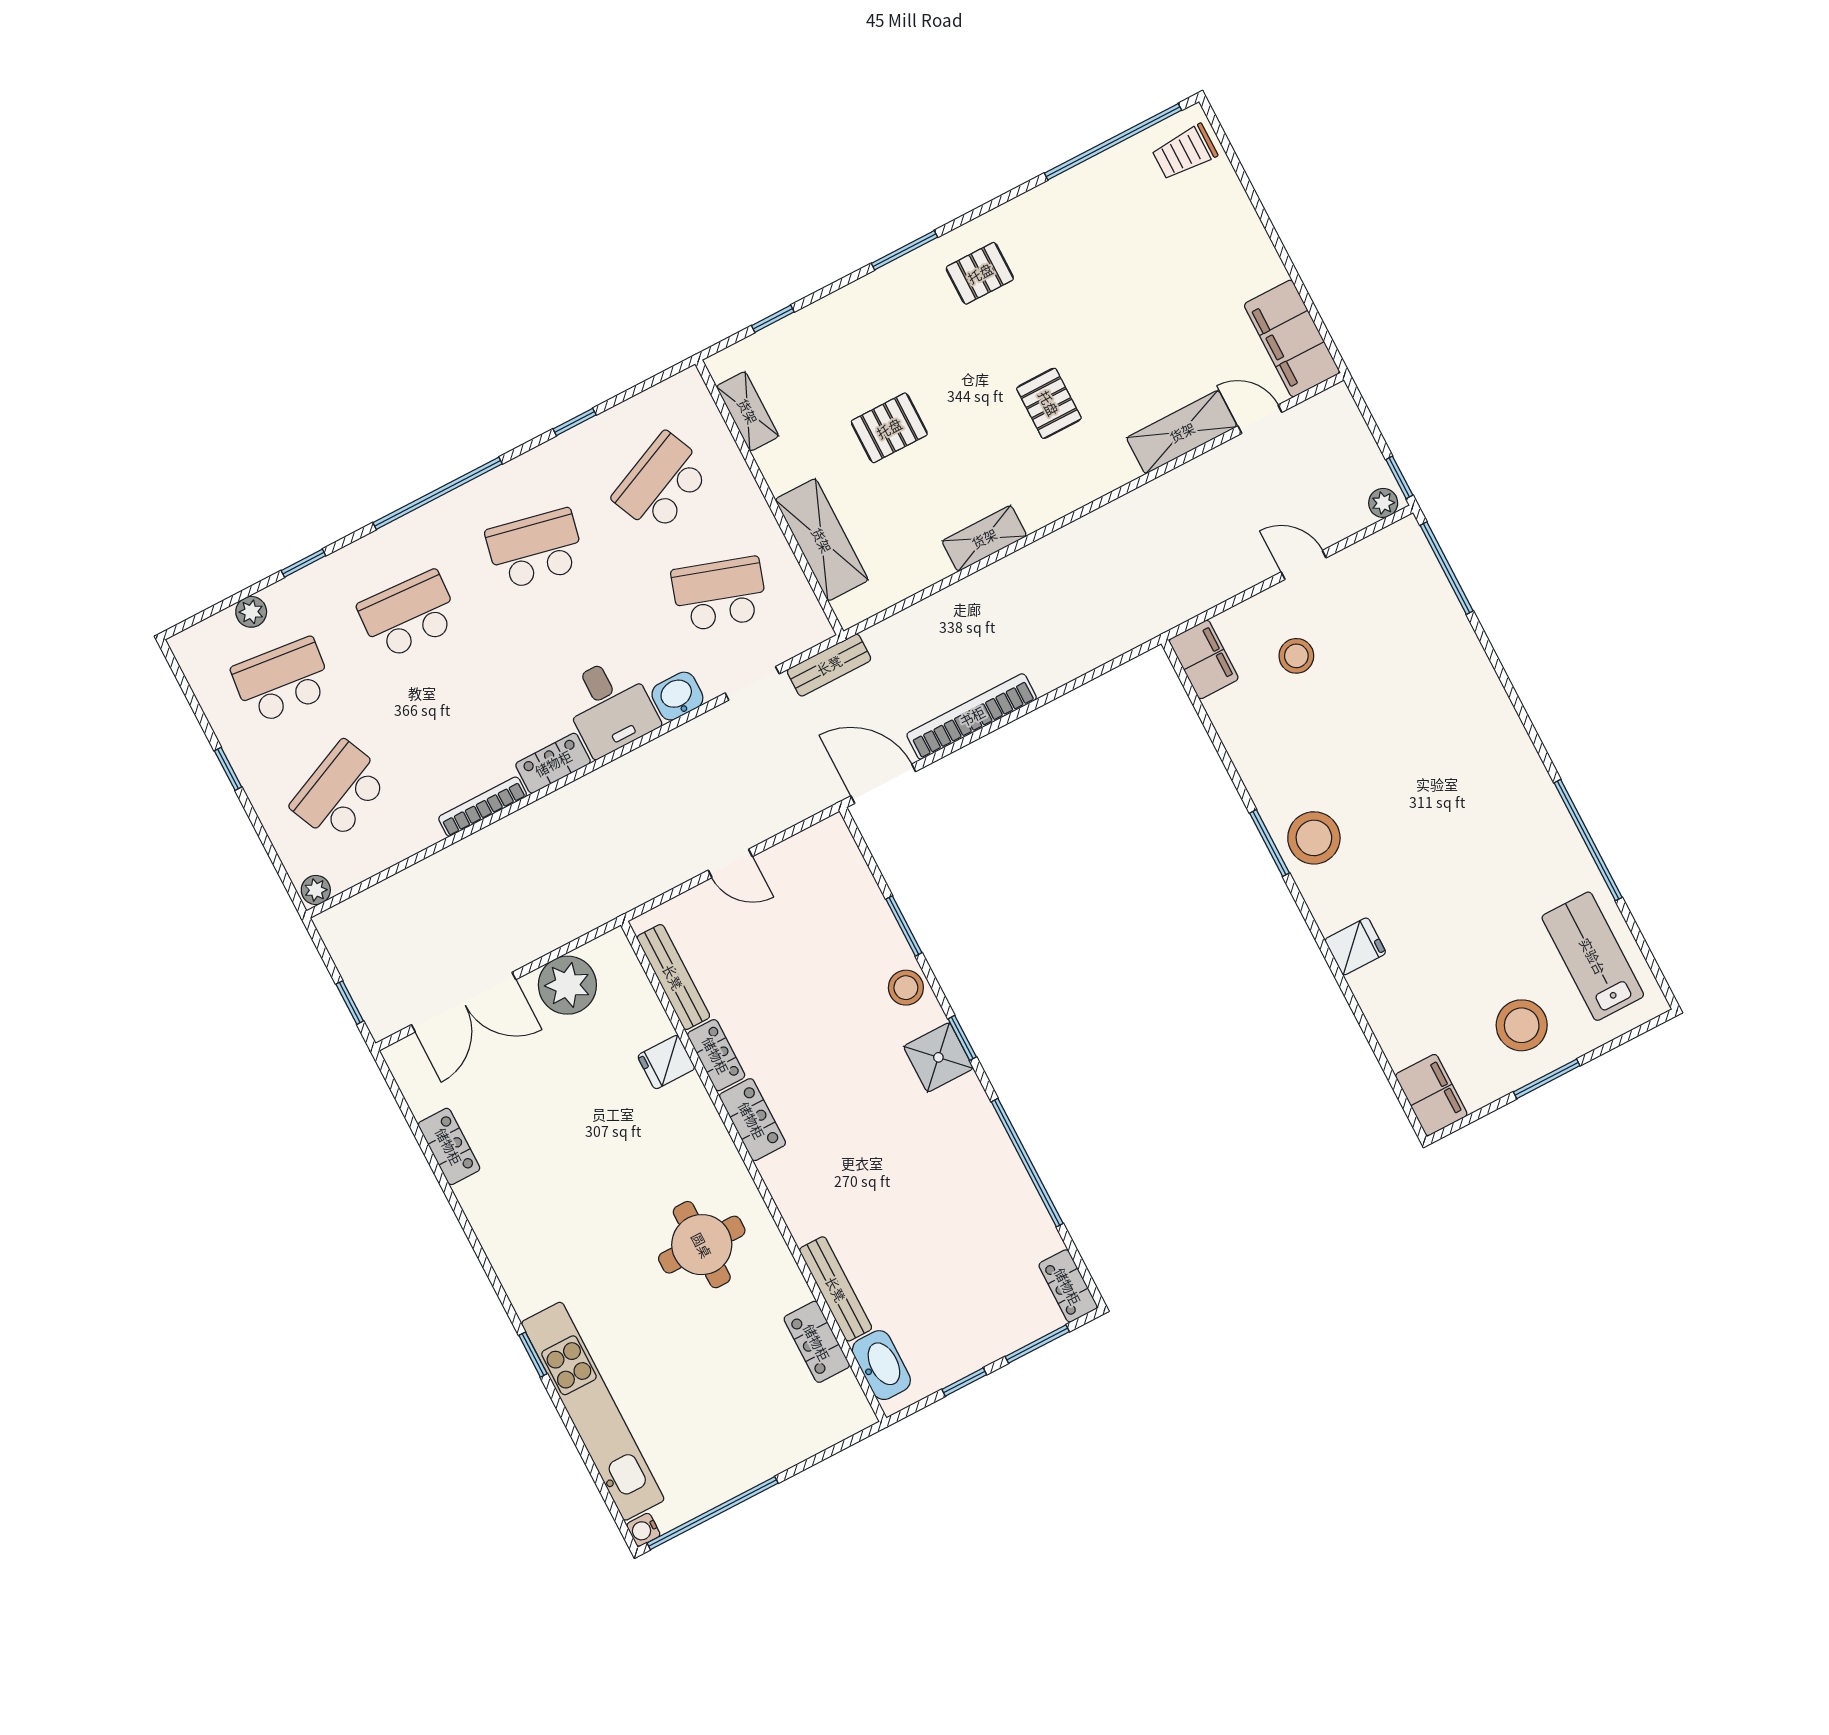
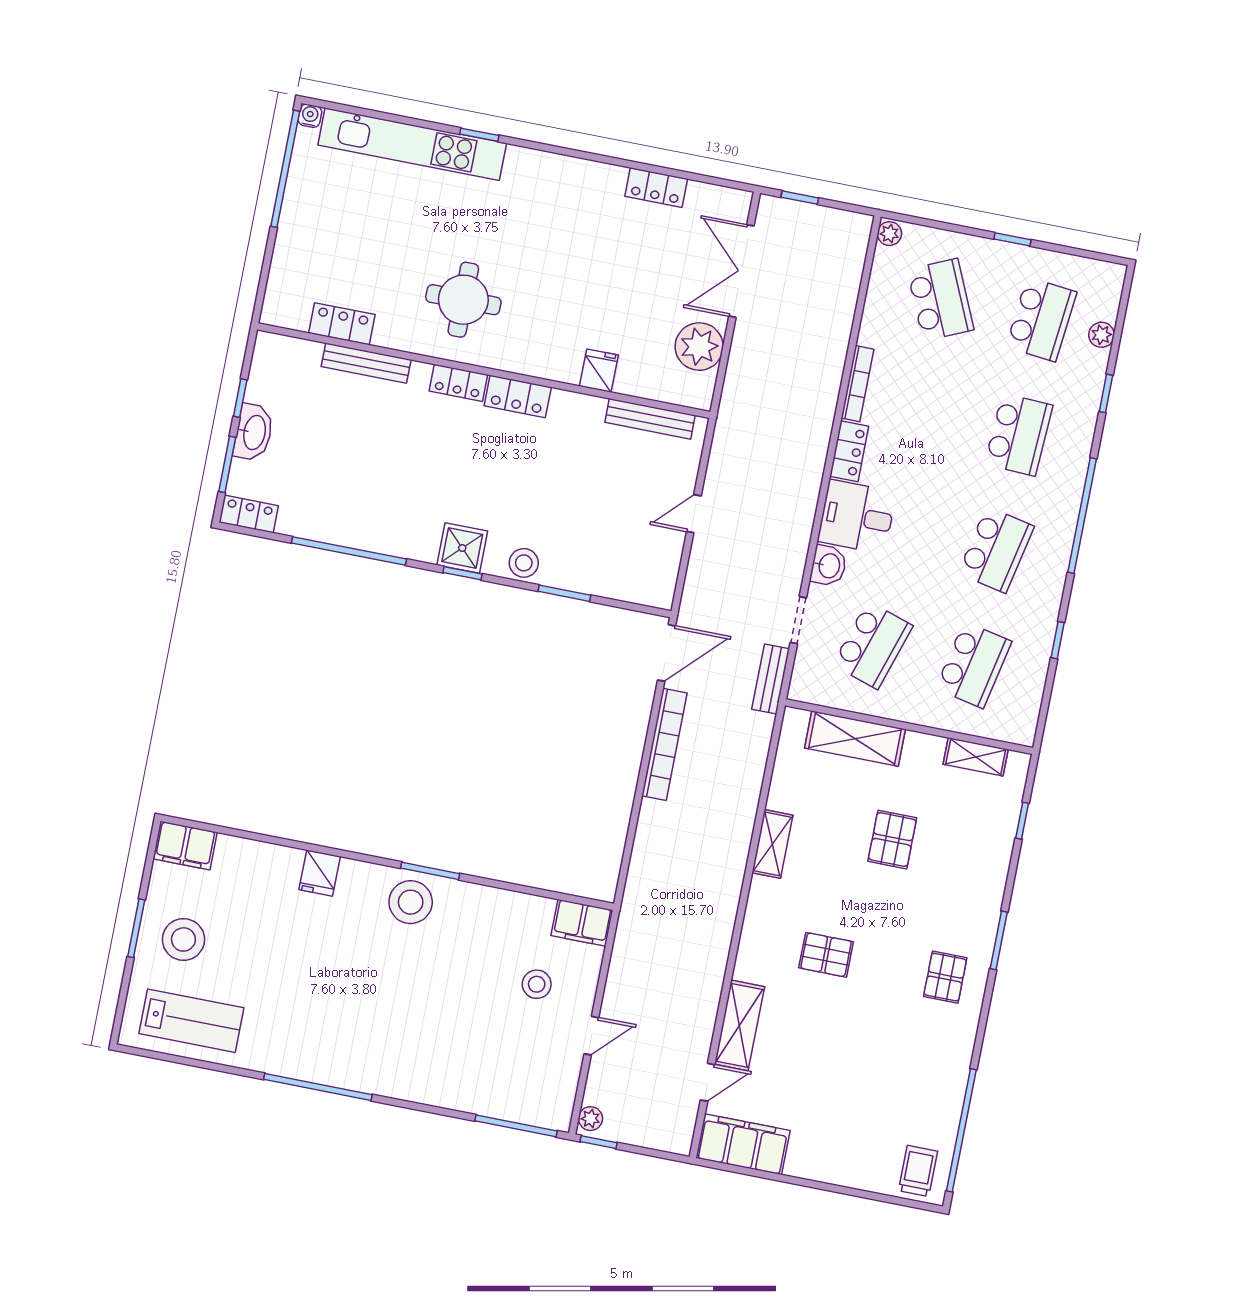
school desk: (662, 483) -> (974, 665), turned 36
window: (1588, 840) -> (318, 1087), moved
locker: (716, 1055) -> (458, 383), moved
washbasin: (881, 1365) -> (254, 432), moved, turned -90

